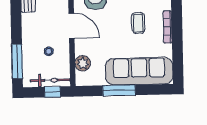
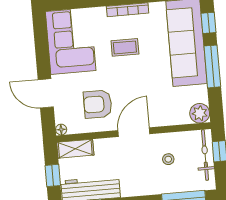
plant: (83, 63) -> (200, 113), moved
window: (153, 90) -> (209, 23), added

